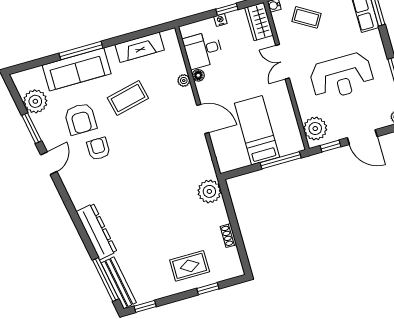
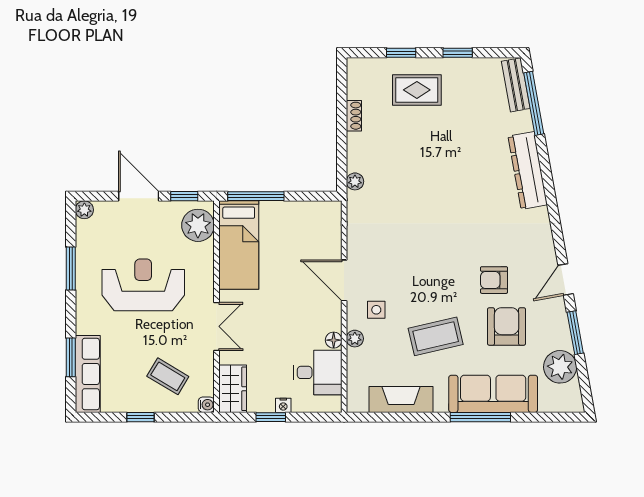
side table: (174, 105) -> (376, 310), added
bed: (257, 130) -> (239, 245), moved
armchair: (98, 149) -> (494, 280), turned 90
plant: (209, 191) -> (355, 181), width x0.53, depth x0.53
bench: (119, 283) -> (516, 85), width x0.73
window: (145, 306) -> (458, 53), moved

